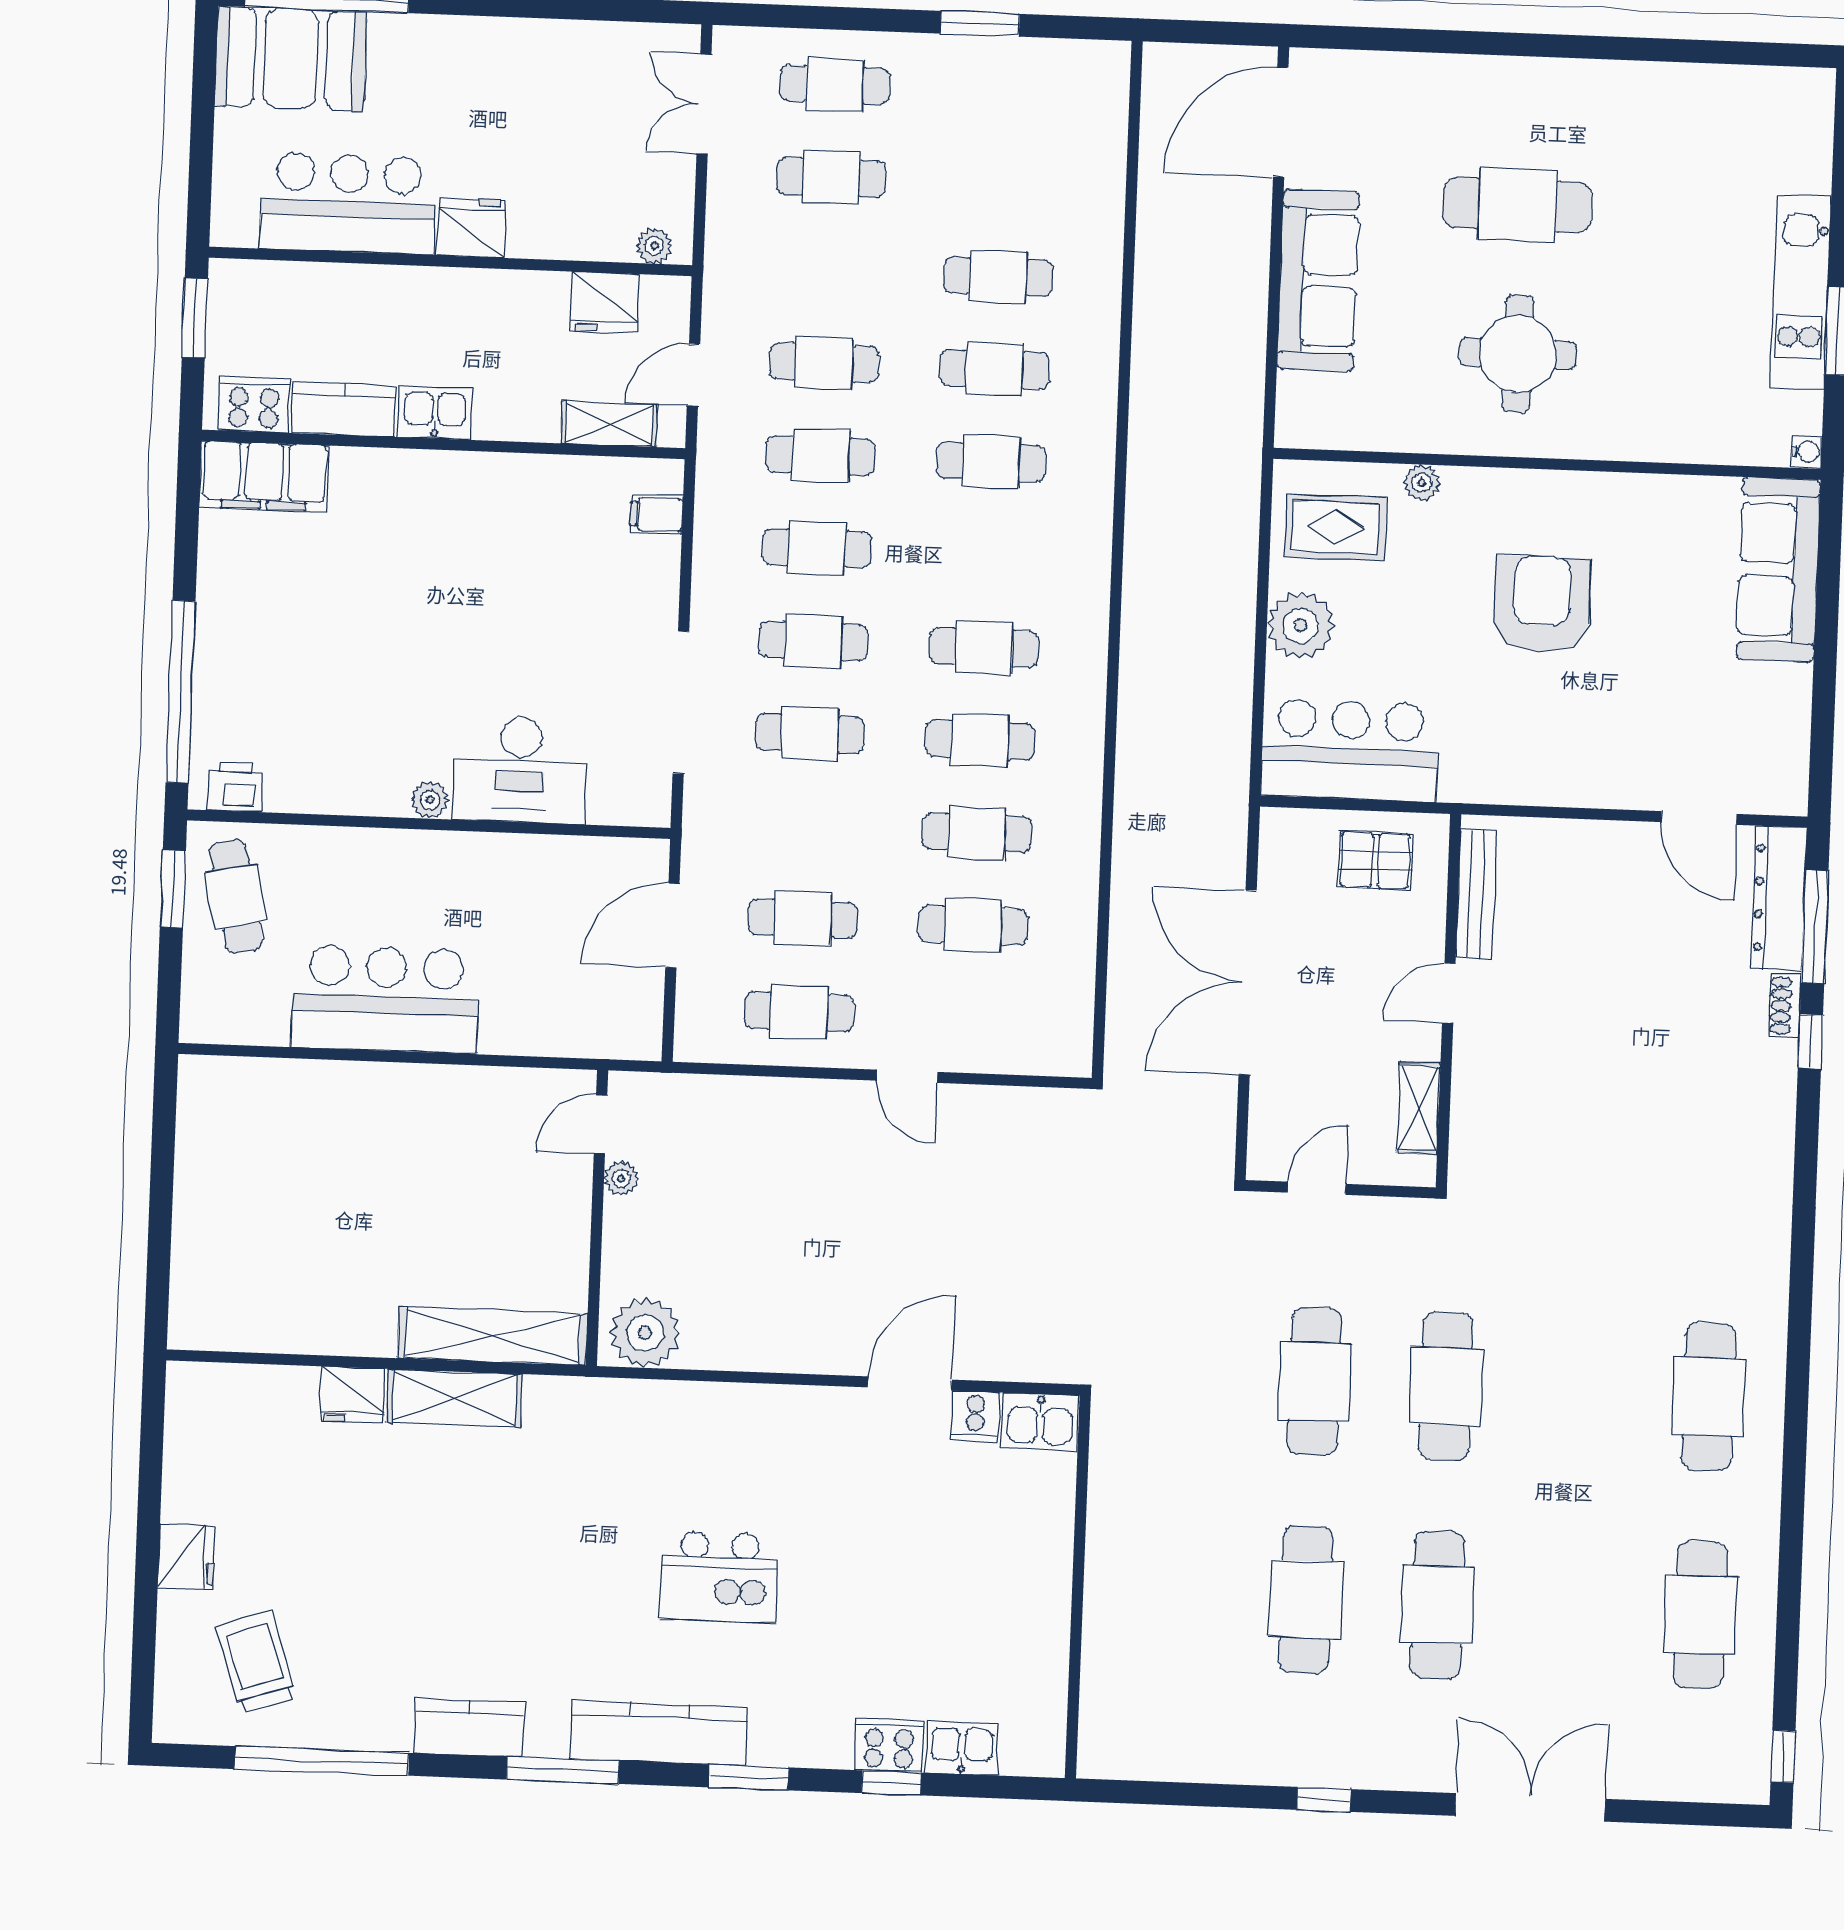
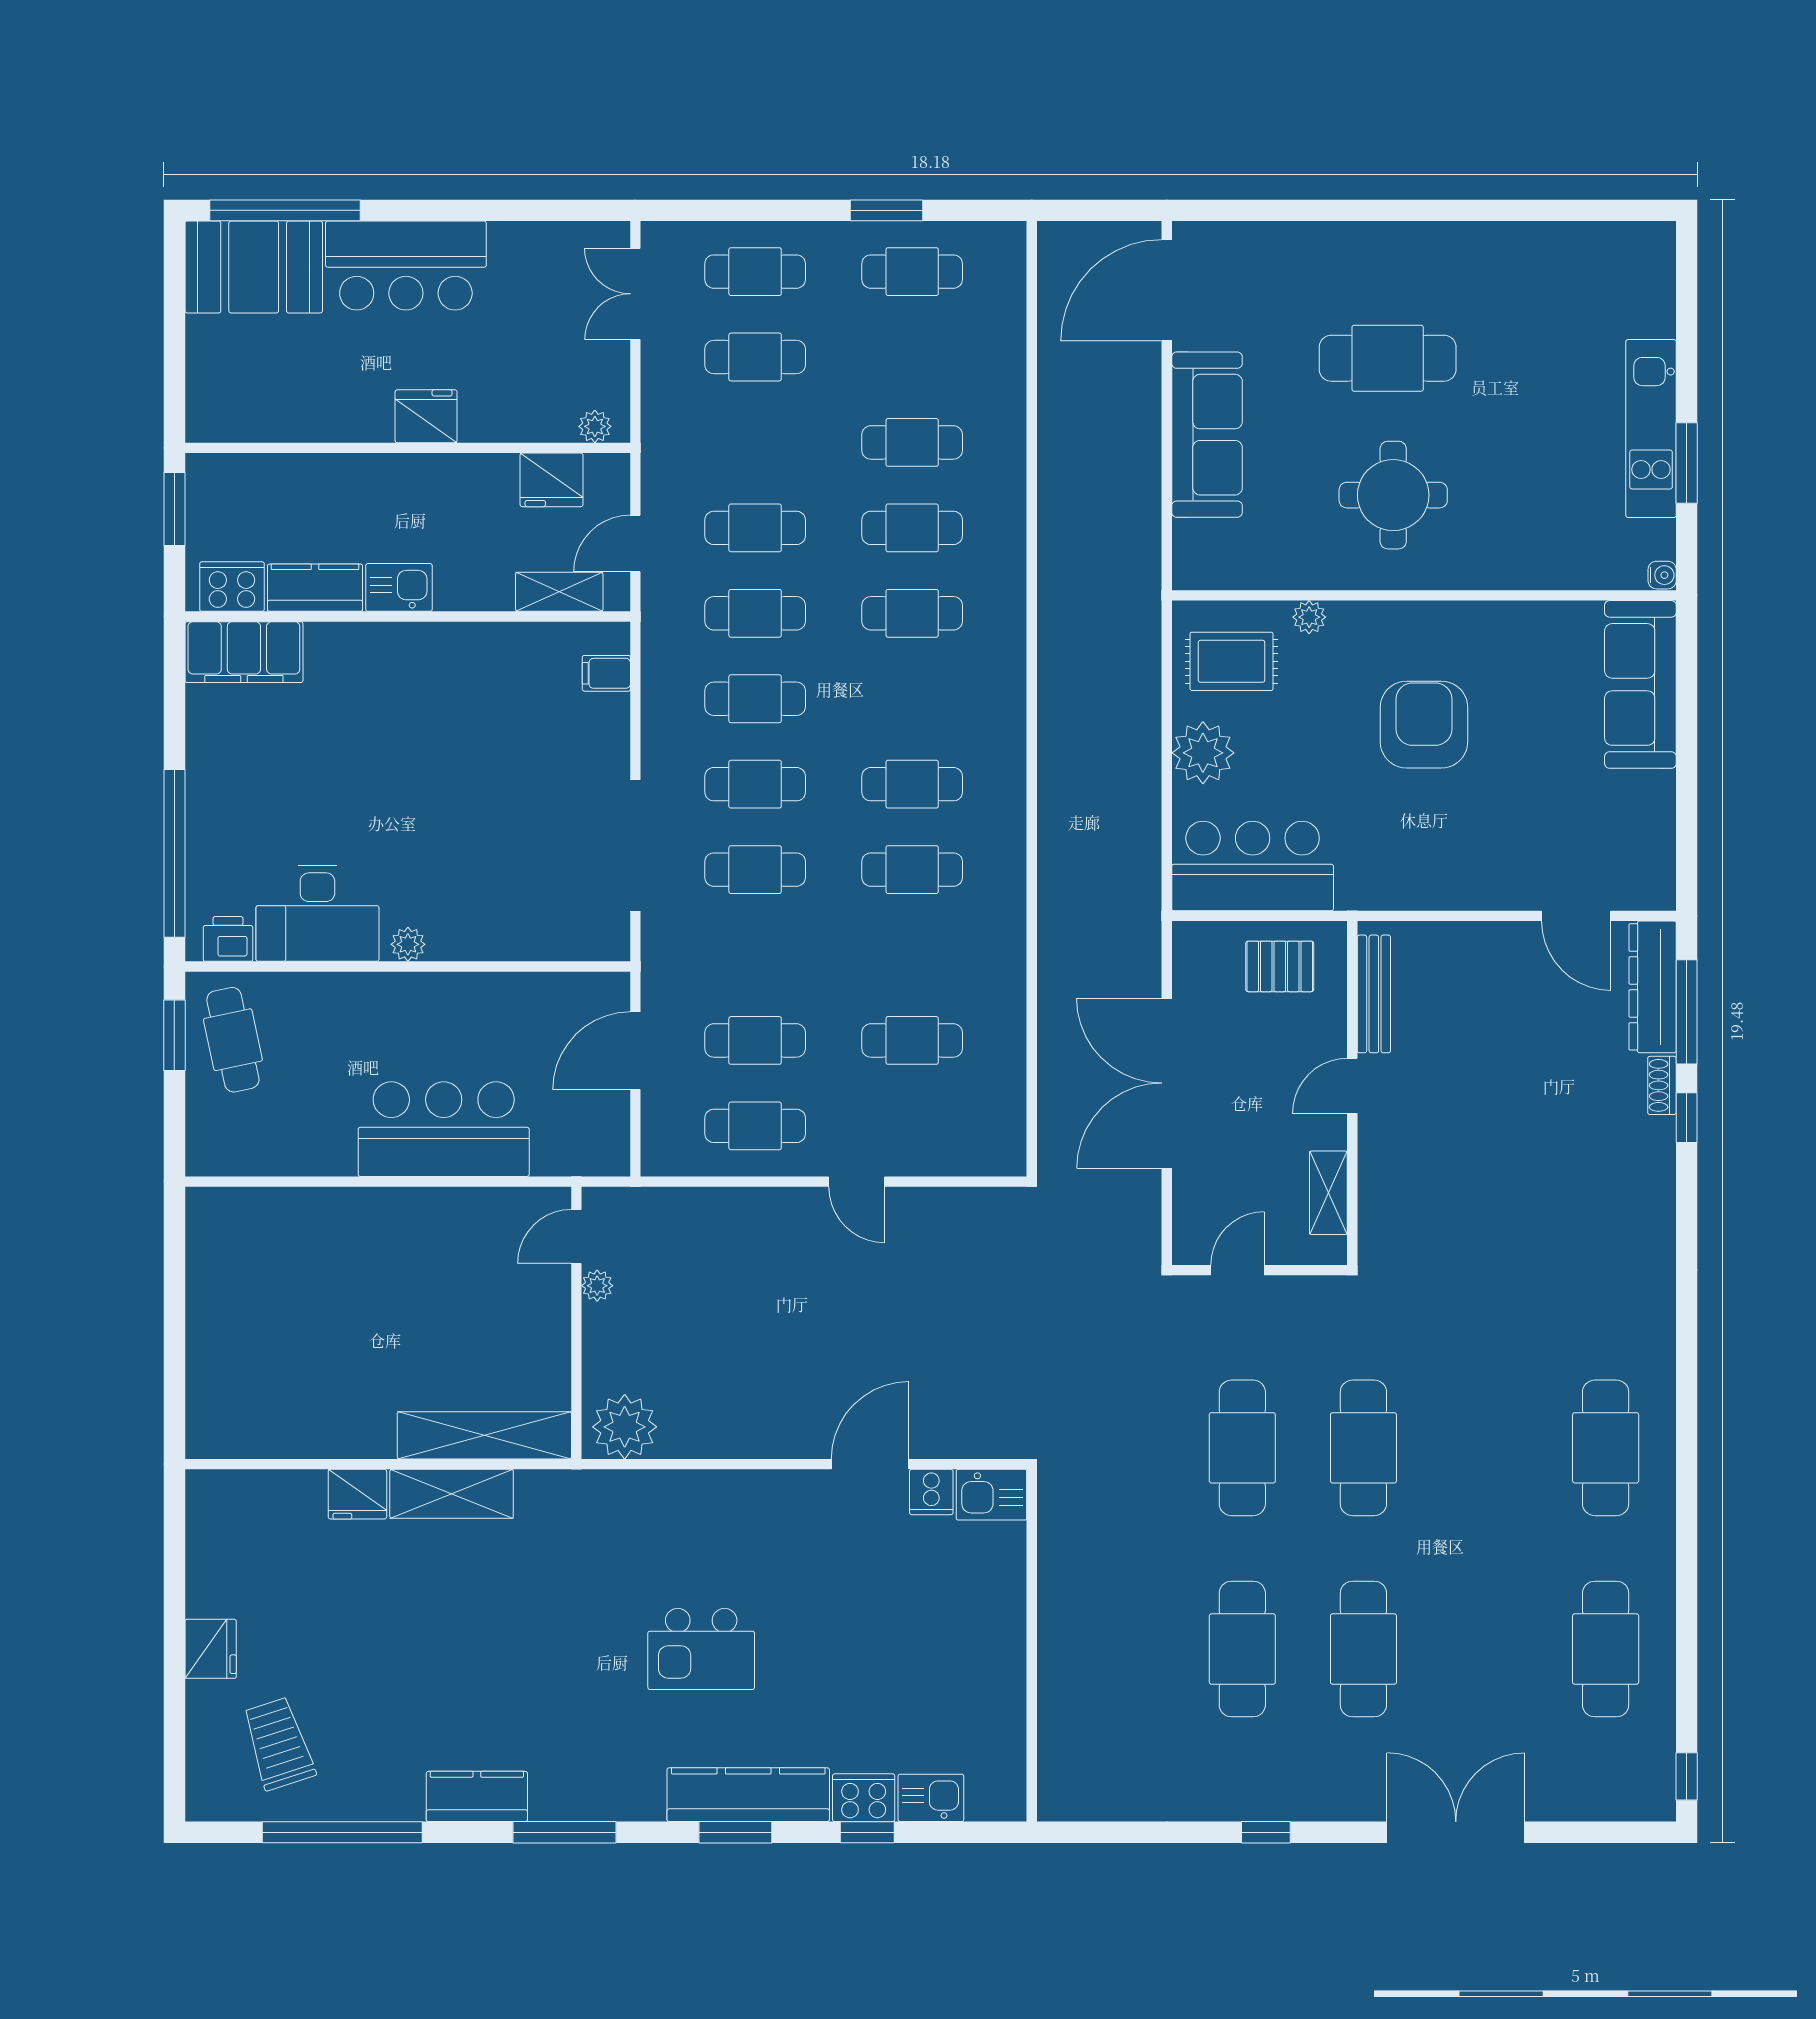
bar counter: (348, 204) -> (406, 266), moved, turned 180
desk: (520, 770) -> (317, 913), moved
cafe table: (977, 833) -> (912, 272), moved
bar counter: (385, 999) -> (444, 1129), moved
kitchen counter: (659, 1733) -> (748, 1795), moved

